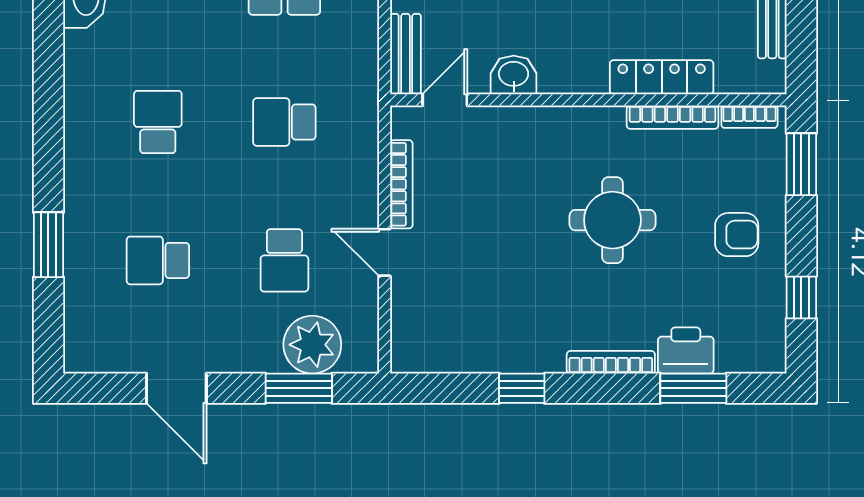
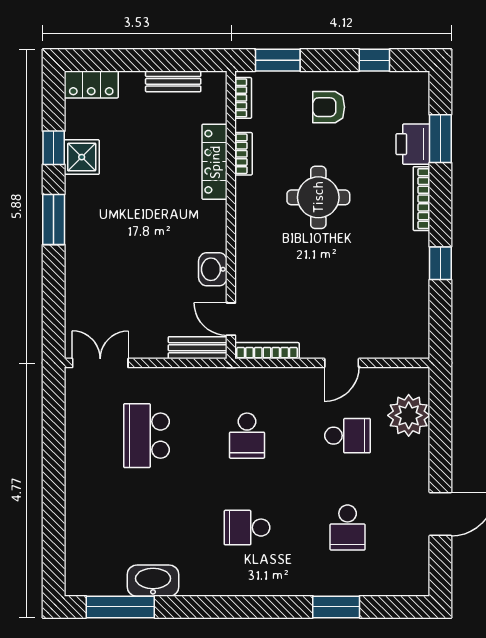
bookcase: (673, 117) -> (244, 154), width x0.64
bookcase: (401, 184) -> (267, 351), moved
armchair: (737, 235) -> (329, 107), turned -90
window: (299, 388) -> (440, 425), removed

